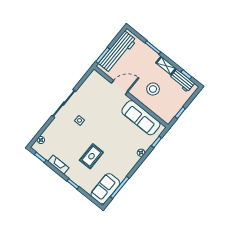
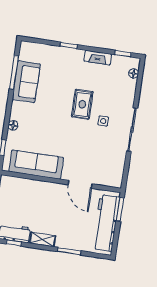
door: (120, 87) -> (80, 184), hinge flipped
stool: (153, 89) -> (42, 205), removed
rug: (91, 156) -> (82, 104), moved
sofa: (105, 189) -> (26, 82), moved

